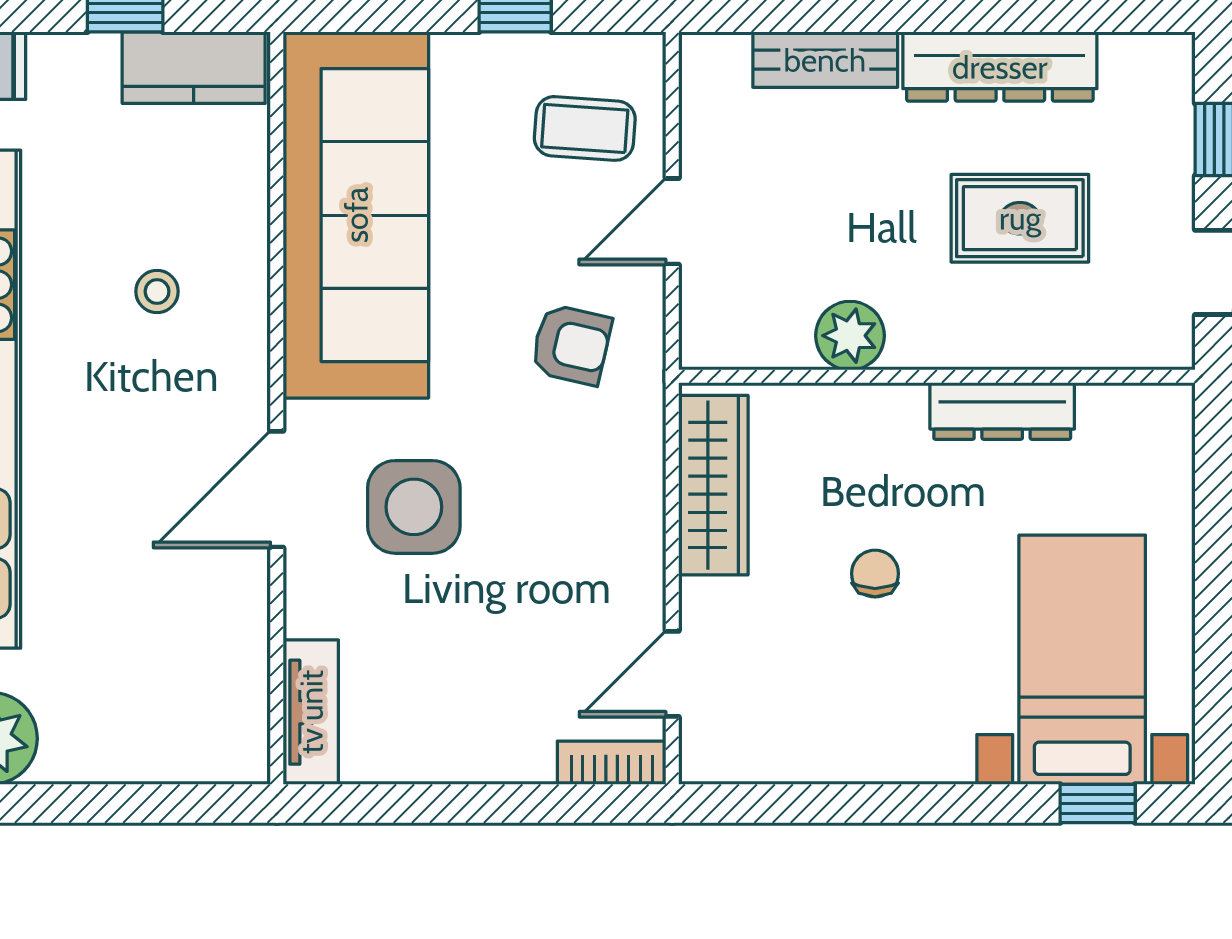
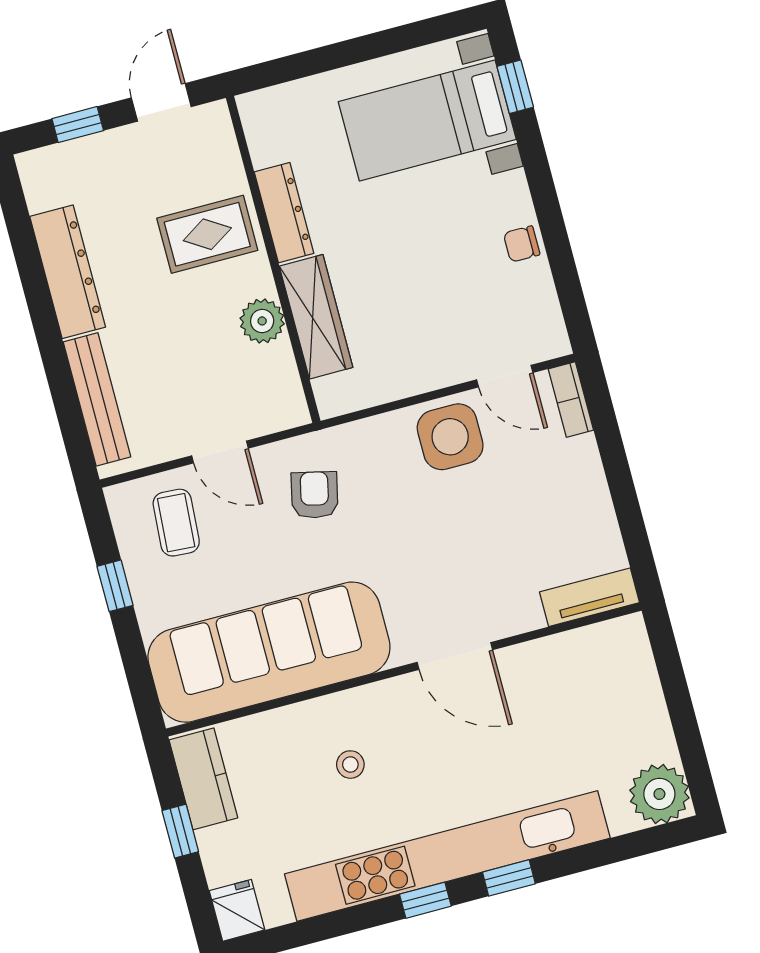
bench: (825, 60) -> (97, 399), width x1.36
rug: (1020, 218) -> (207, 234), moved, turned 90
wardrobe: (713, 485) -> (316, 317), moved, turned 90
side table: (414, 507) -> (450, 437), moved
chair: (875, 574) -> (522, 244), moved

